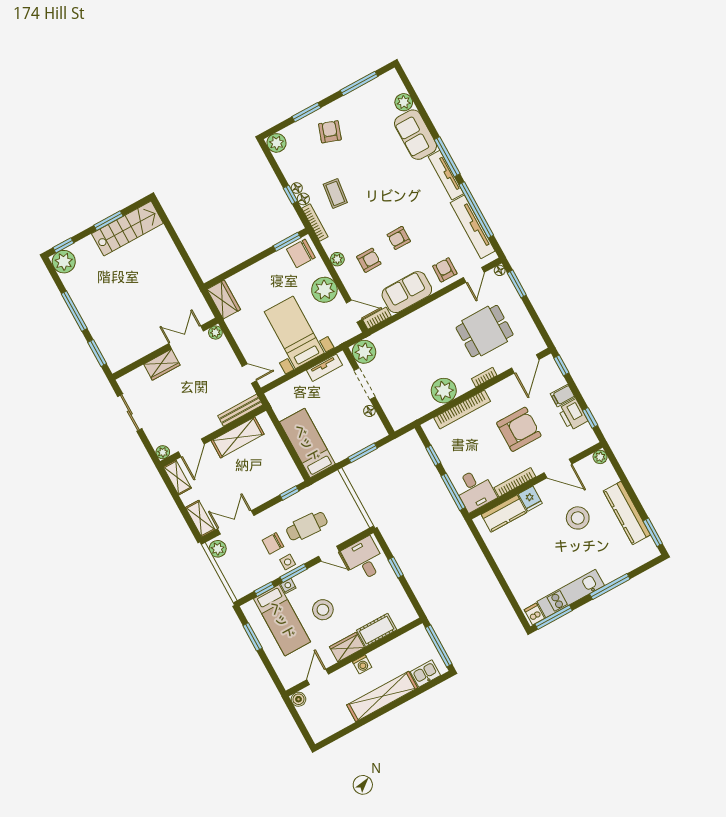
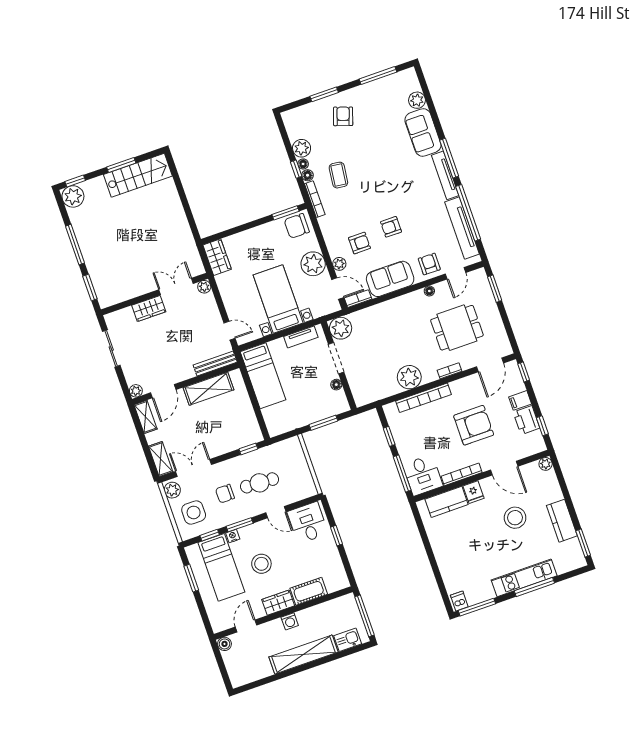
plant: (276, 143) -> (302, 148), moved
plant: (337, 259) -> (339, 264), moved
floor lamp: (500, 270) -> (429, 291), moved
bed: (307, 443) -> (263, 376), moved, turned 180
kitchen counter: (627, 513) -> (562, 521), width x0.67
side table: (288, 562) -> (194, 512), moved, width x1.87, depth x1.87
kitchen unit: (571, 594) -> (524, 578), moved

